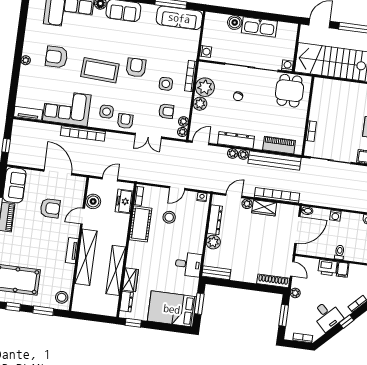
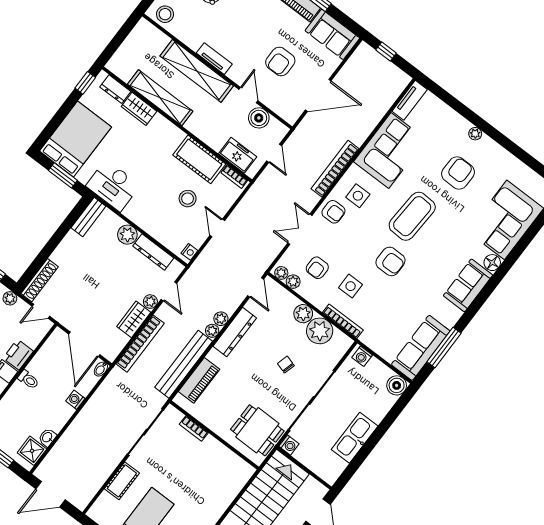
boiler: (235, 23) -> (397, 385), moved
bookcase: (83, 133) -> (335, 169), moved
desk: (188, 264) -> (113, 186), width x1.37

